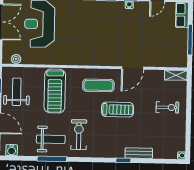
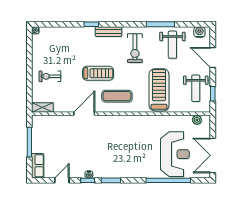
treadmill: (118, 109) -> (98, 73), turned 180
weight bench: (51, 139) -> (172, 45), moved, turned -90
bench: (139, 153) -> (108, 32), moved

